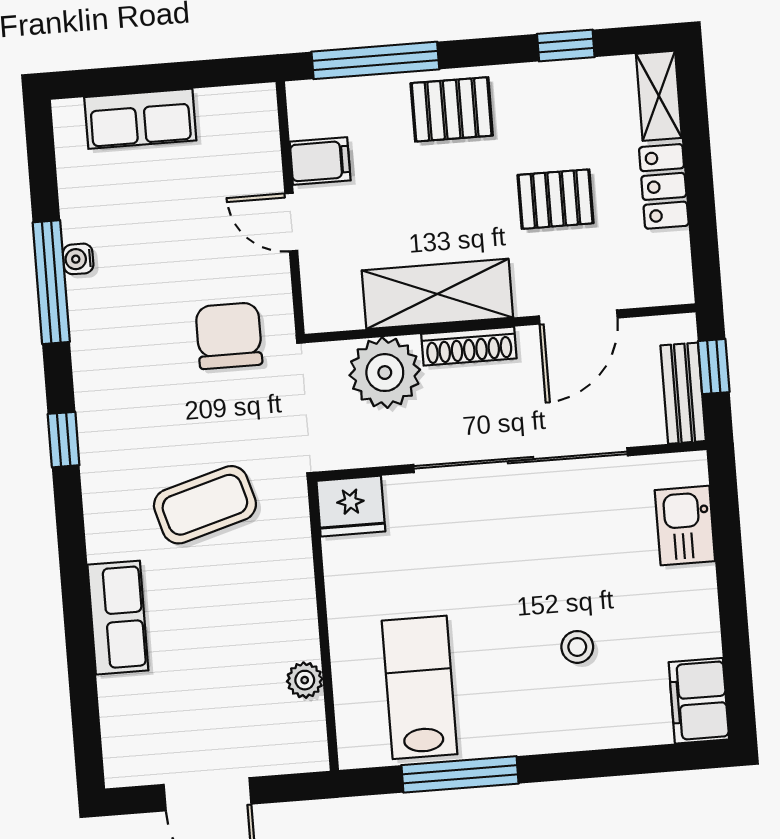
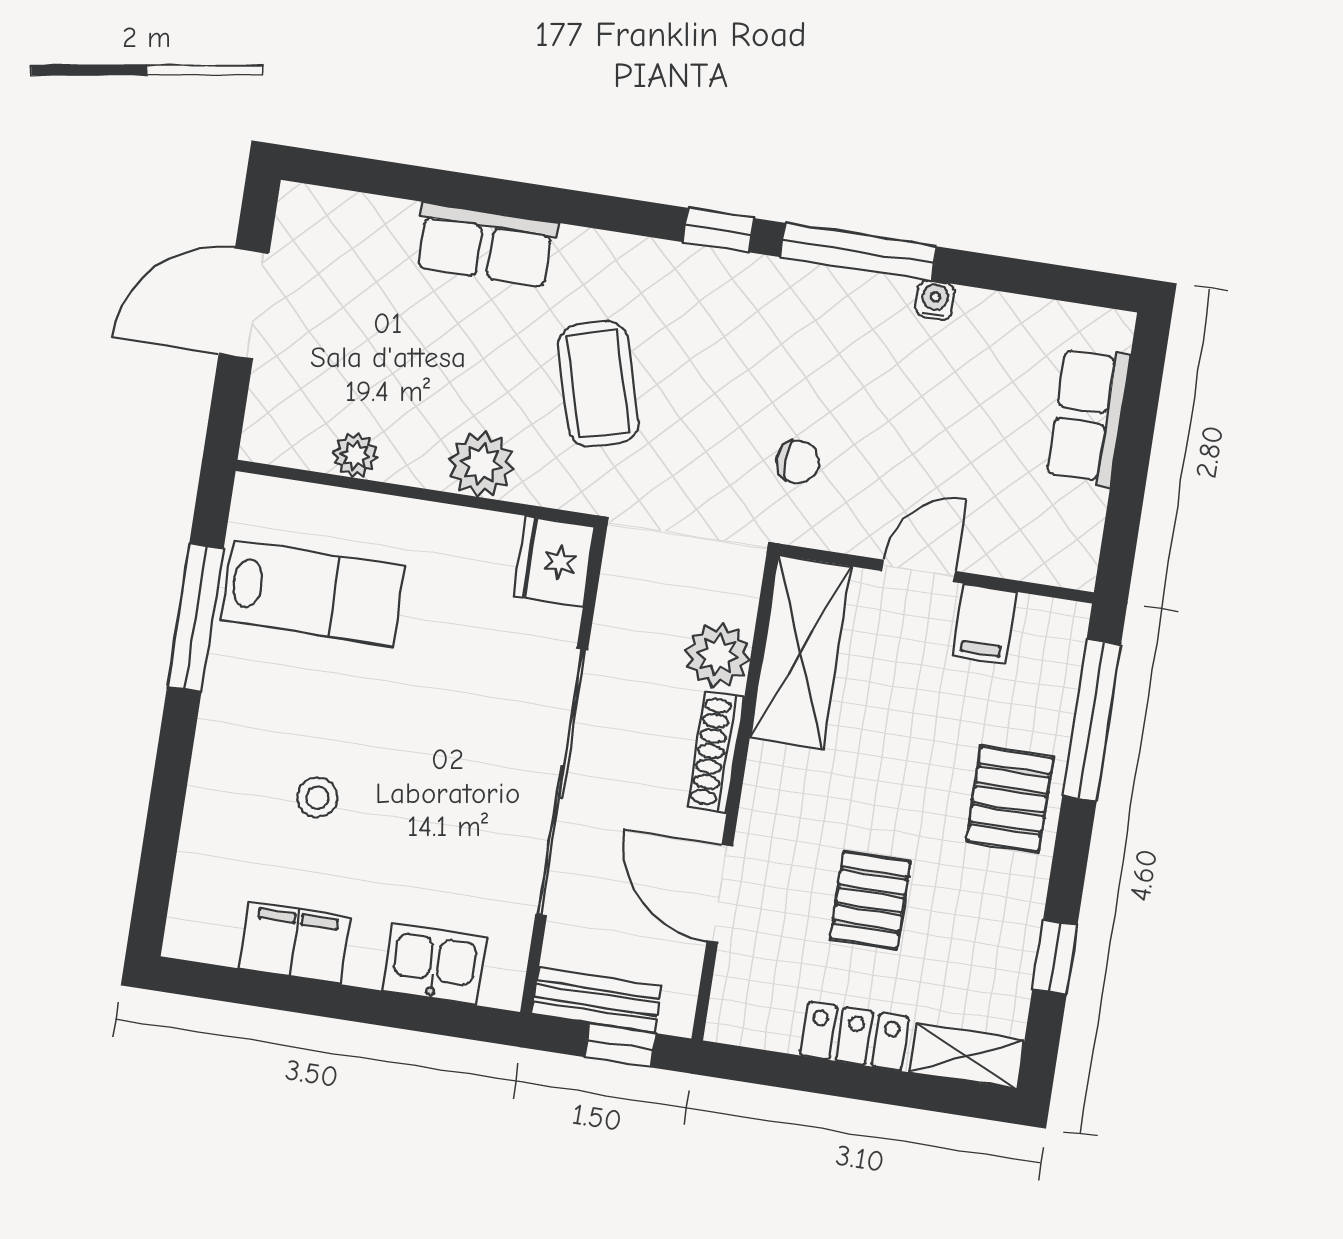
window: (51, 282) -> (858, 252), moved
shelving: (437, 294) -> (800, 652), moved
chair: (229, 336) -> (798, 462), width x0.54, depth x0.54
plant: (385, 373) -> (718, 655), width x0.73, depth x0.73
plant: (289, 581) -> (481, 464), added
filing cabinet: (699, 701) -> (295, 943), moved

